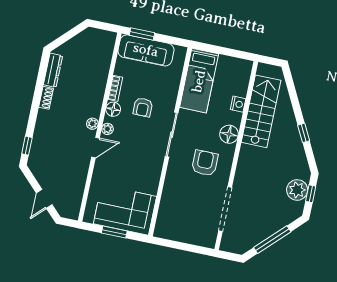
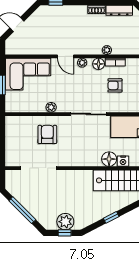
armchair: (143, 107) -> (115, 85), moved
plant: (92, 124) -> (107, 50), moved
floor lamp: (229, 134) -> (109, 159), moved
armchair: (205, 163) -> (47, 134), moved, turned -90
plant: (154, 178) -> (51, 107), added
corner sofa: (125, 210) -> (28, 74), moved, turned 90

